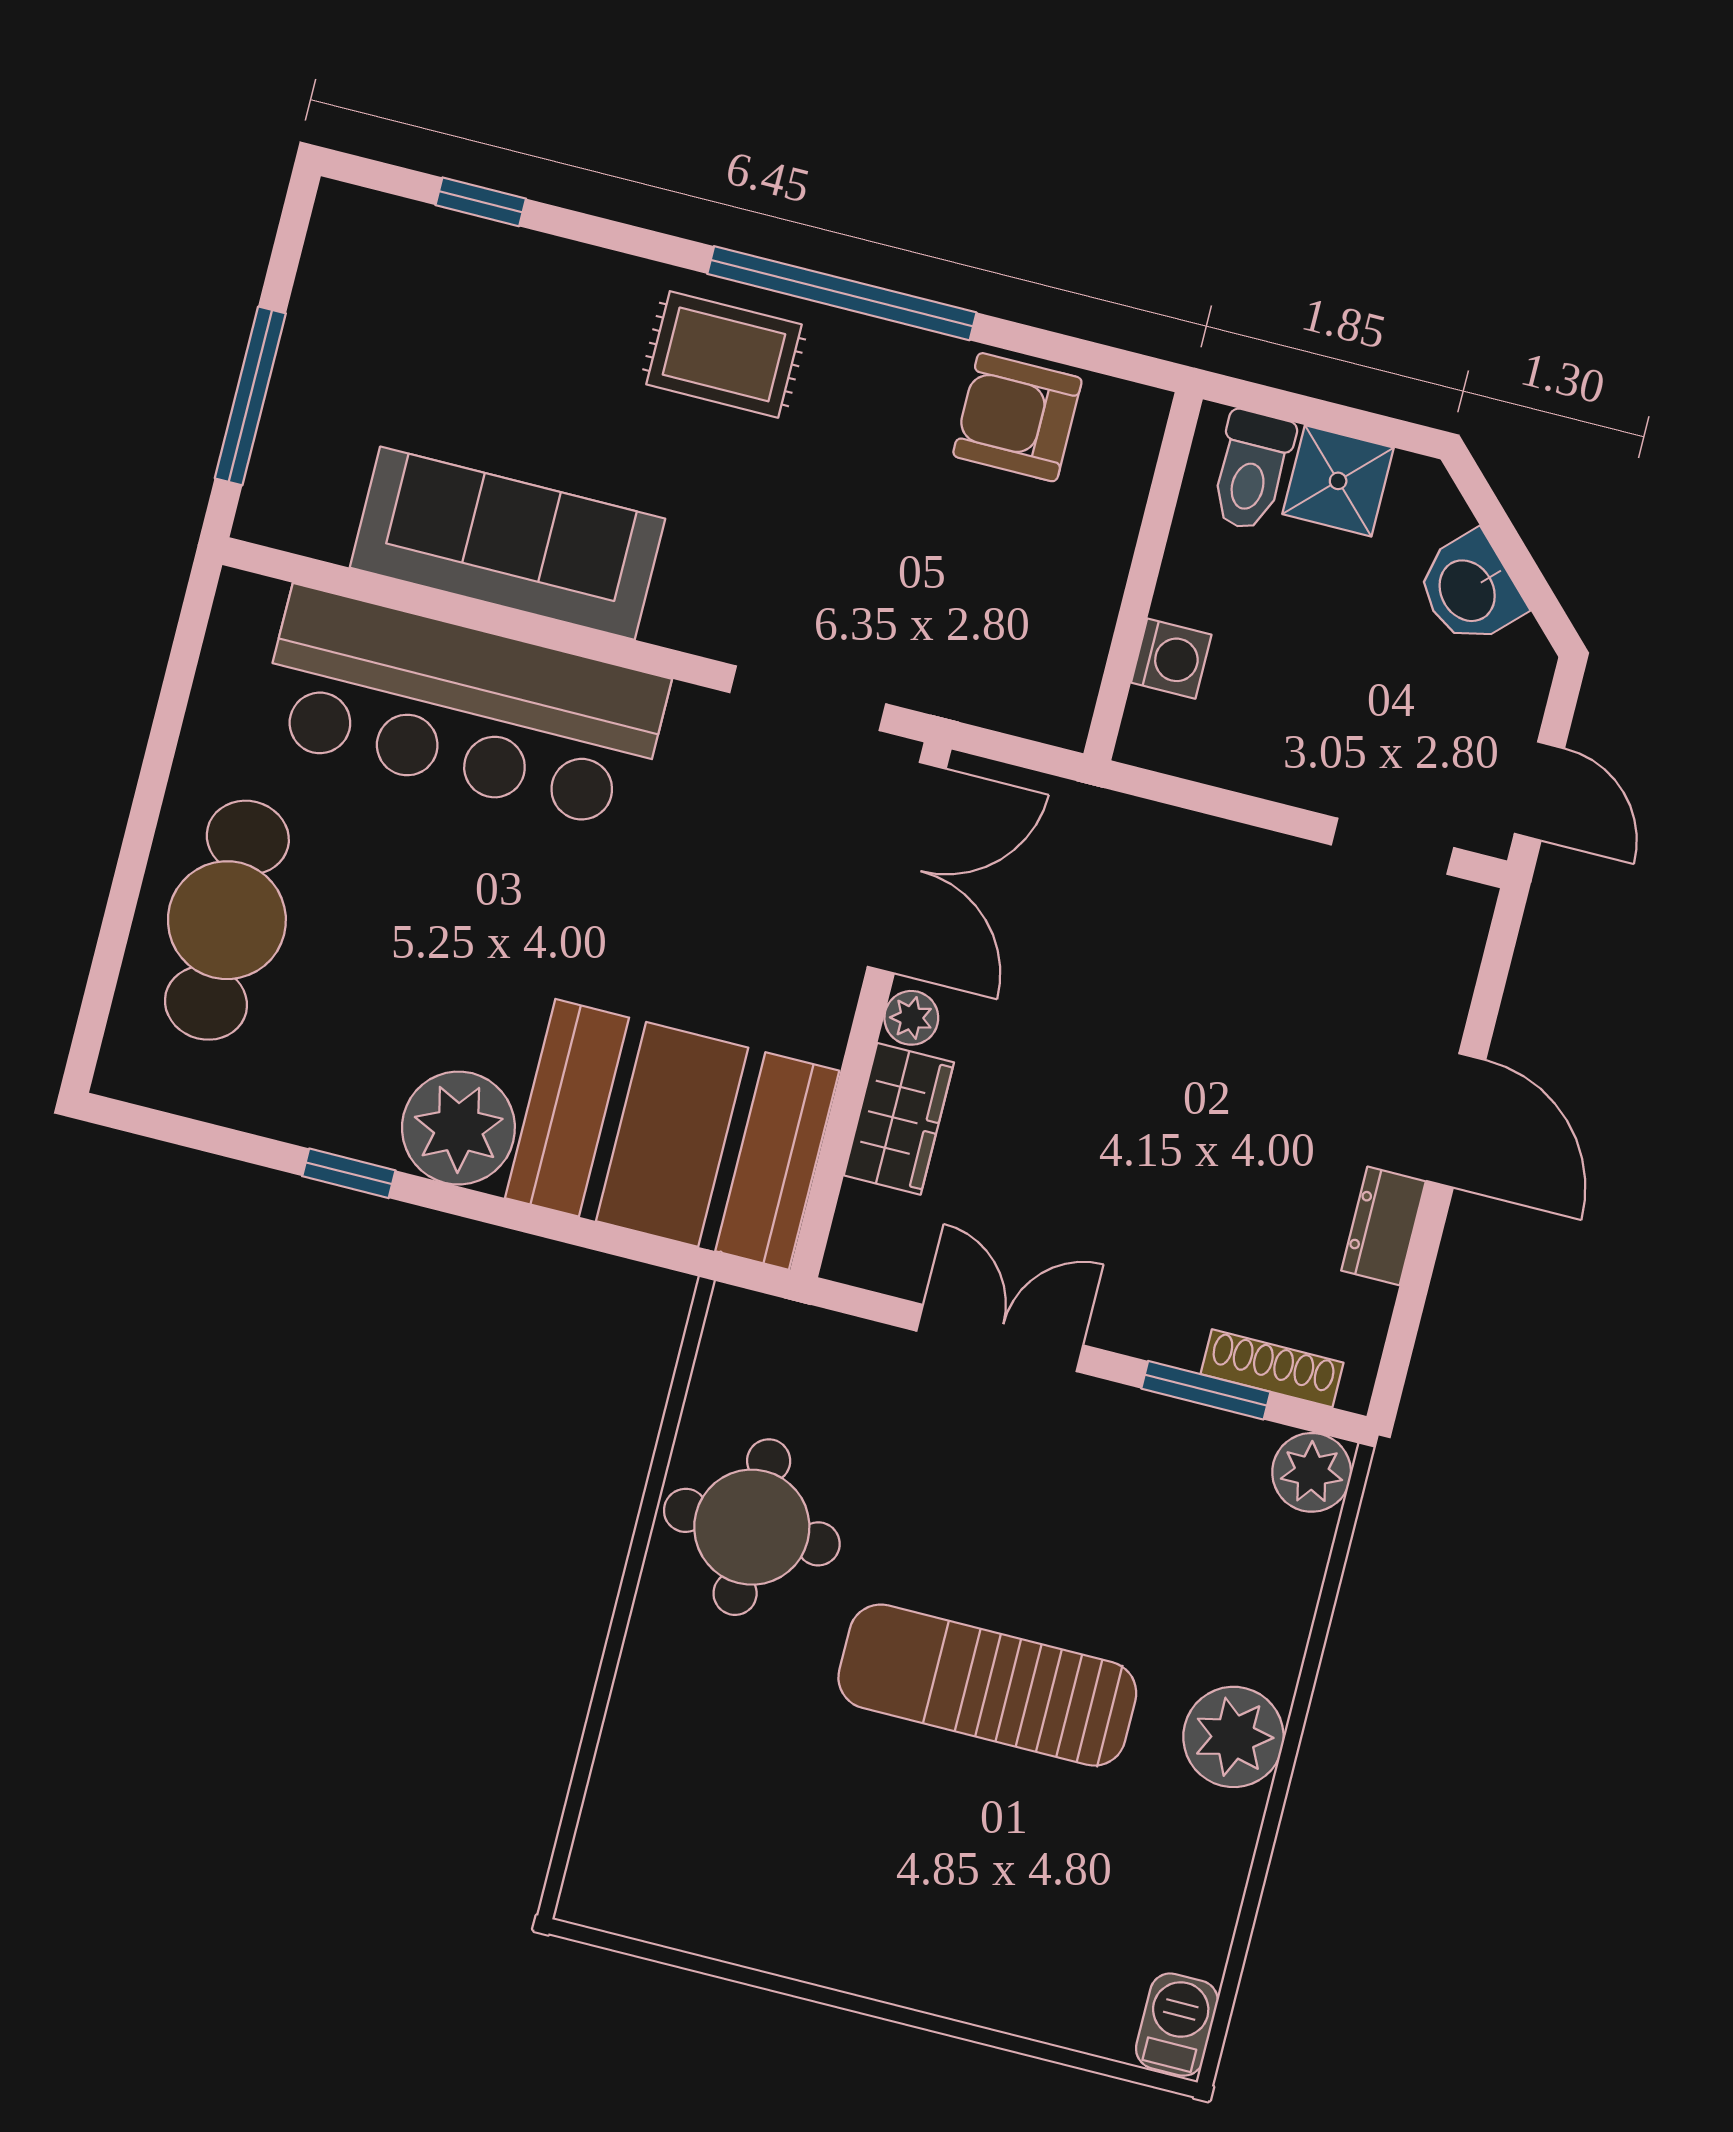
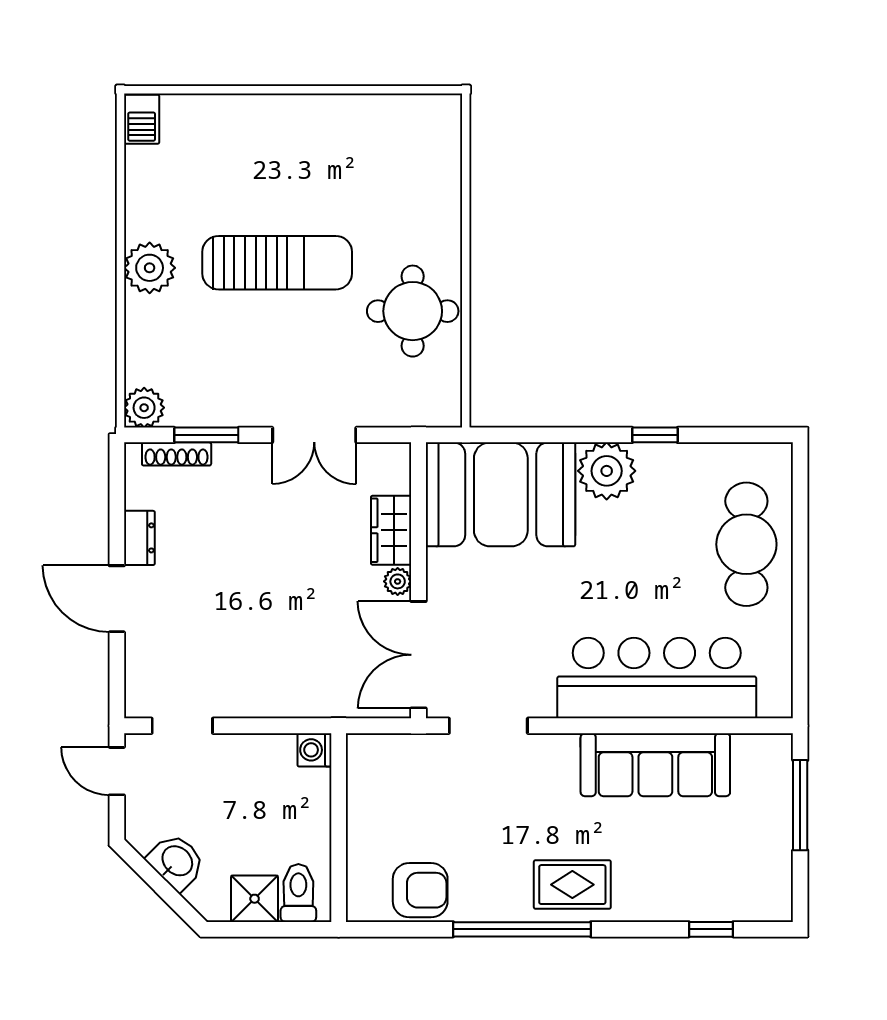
washing machine: (1171, 659) -> (314, 750), moved

